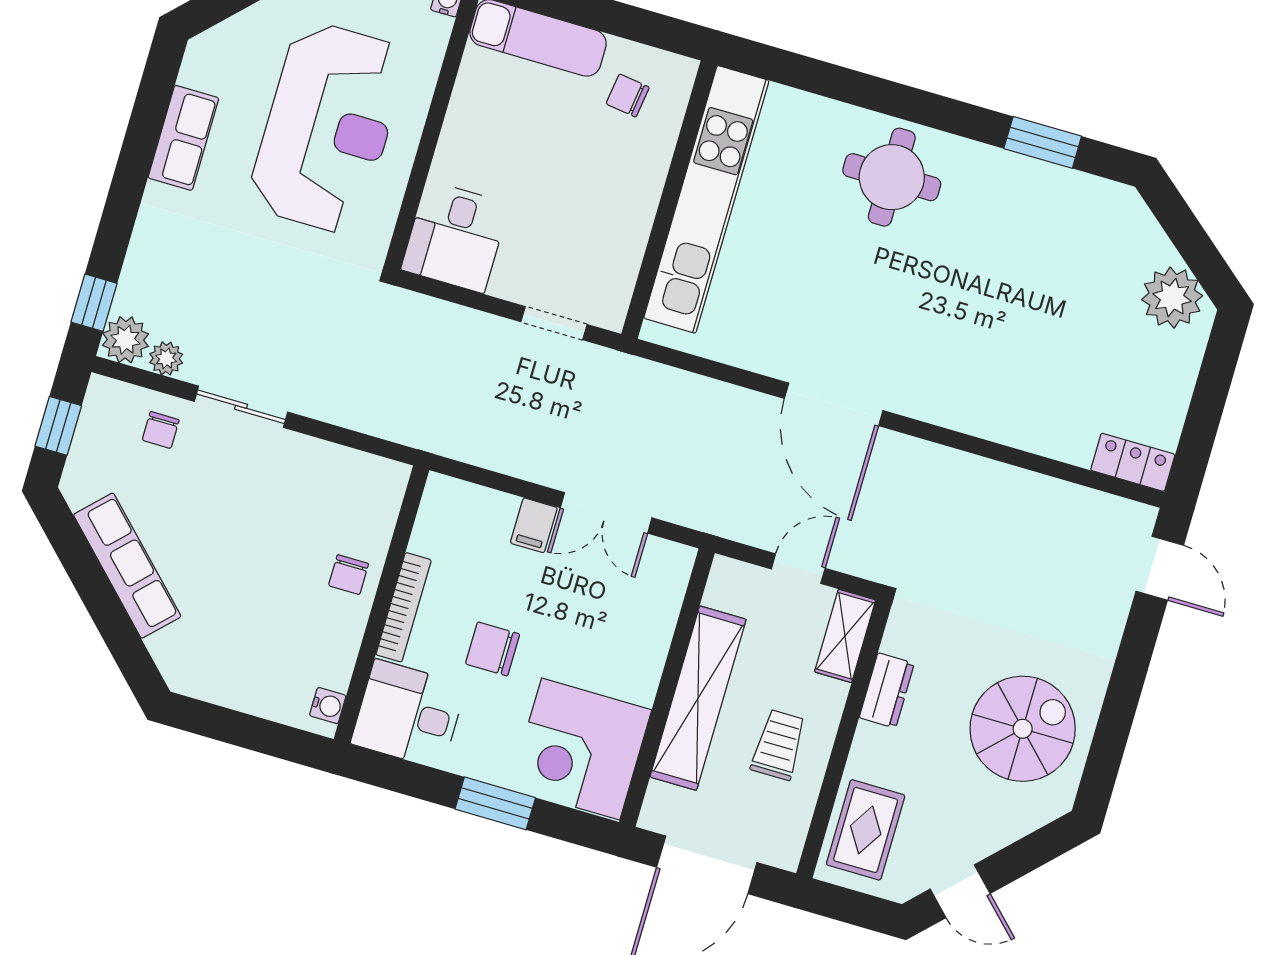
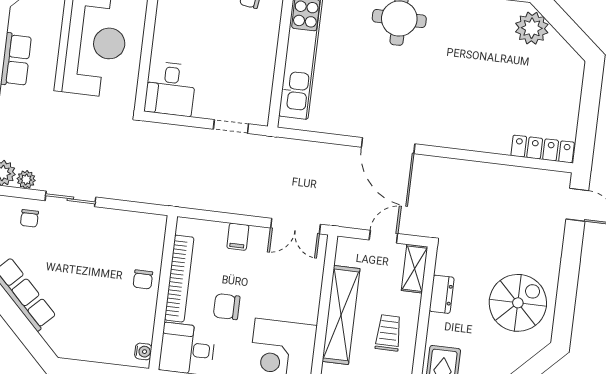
plant: (1172, 298) -> (532, 28), moved
locker: (1133, 462) -> (543, 149), width x1.53
double door: (606, 513) -> (295, 226), moved
bookcase: (404, 607) -> (179, 279), width x1.48, depth x1.31

